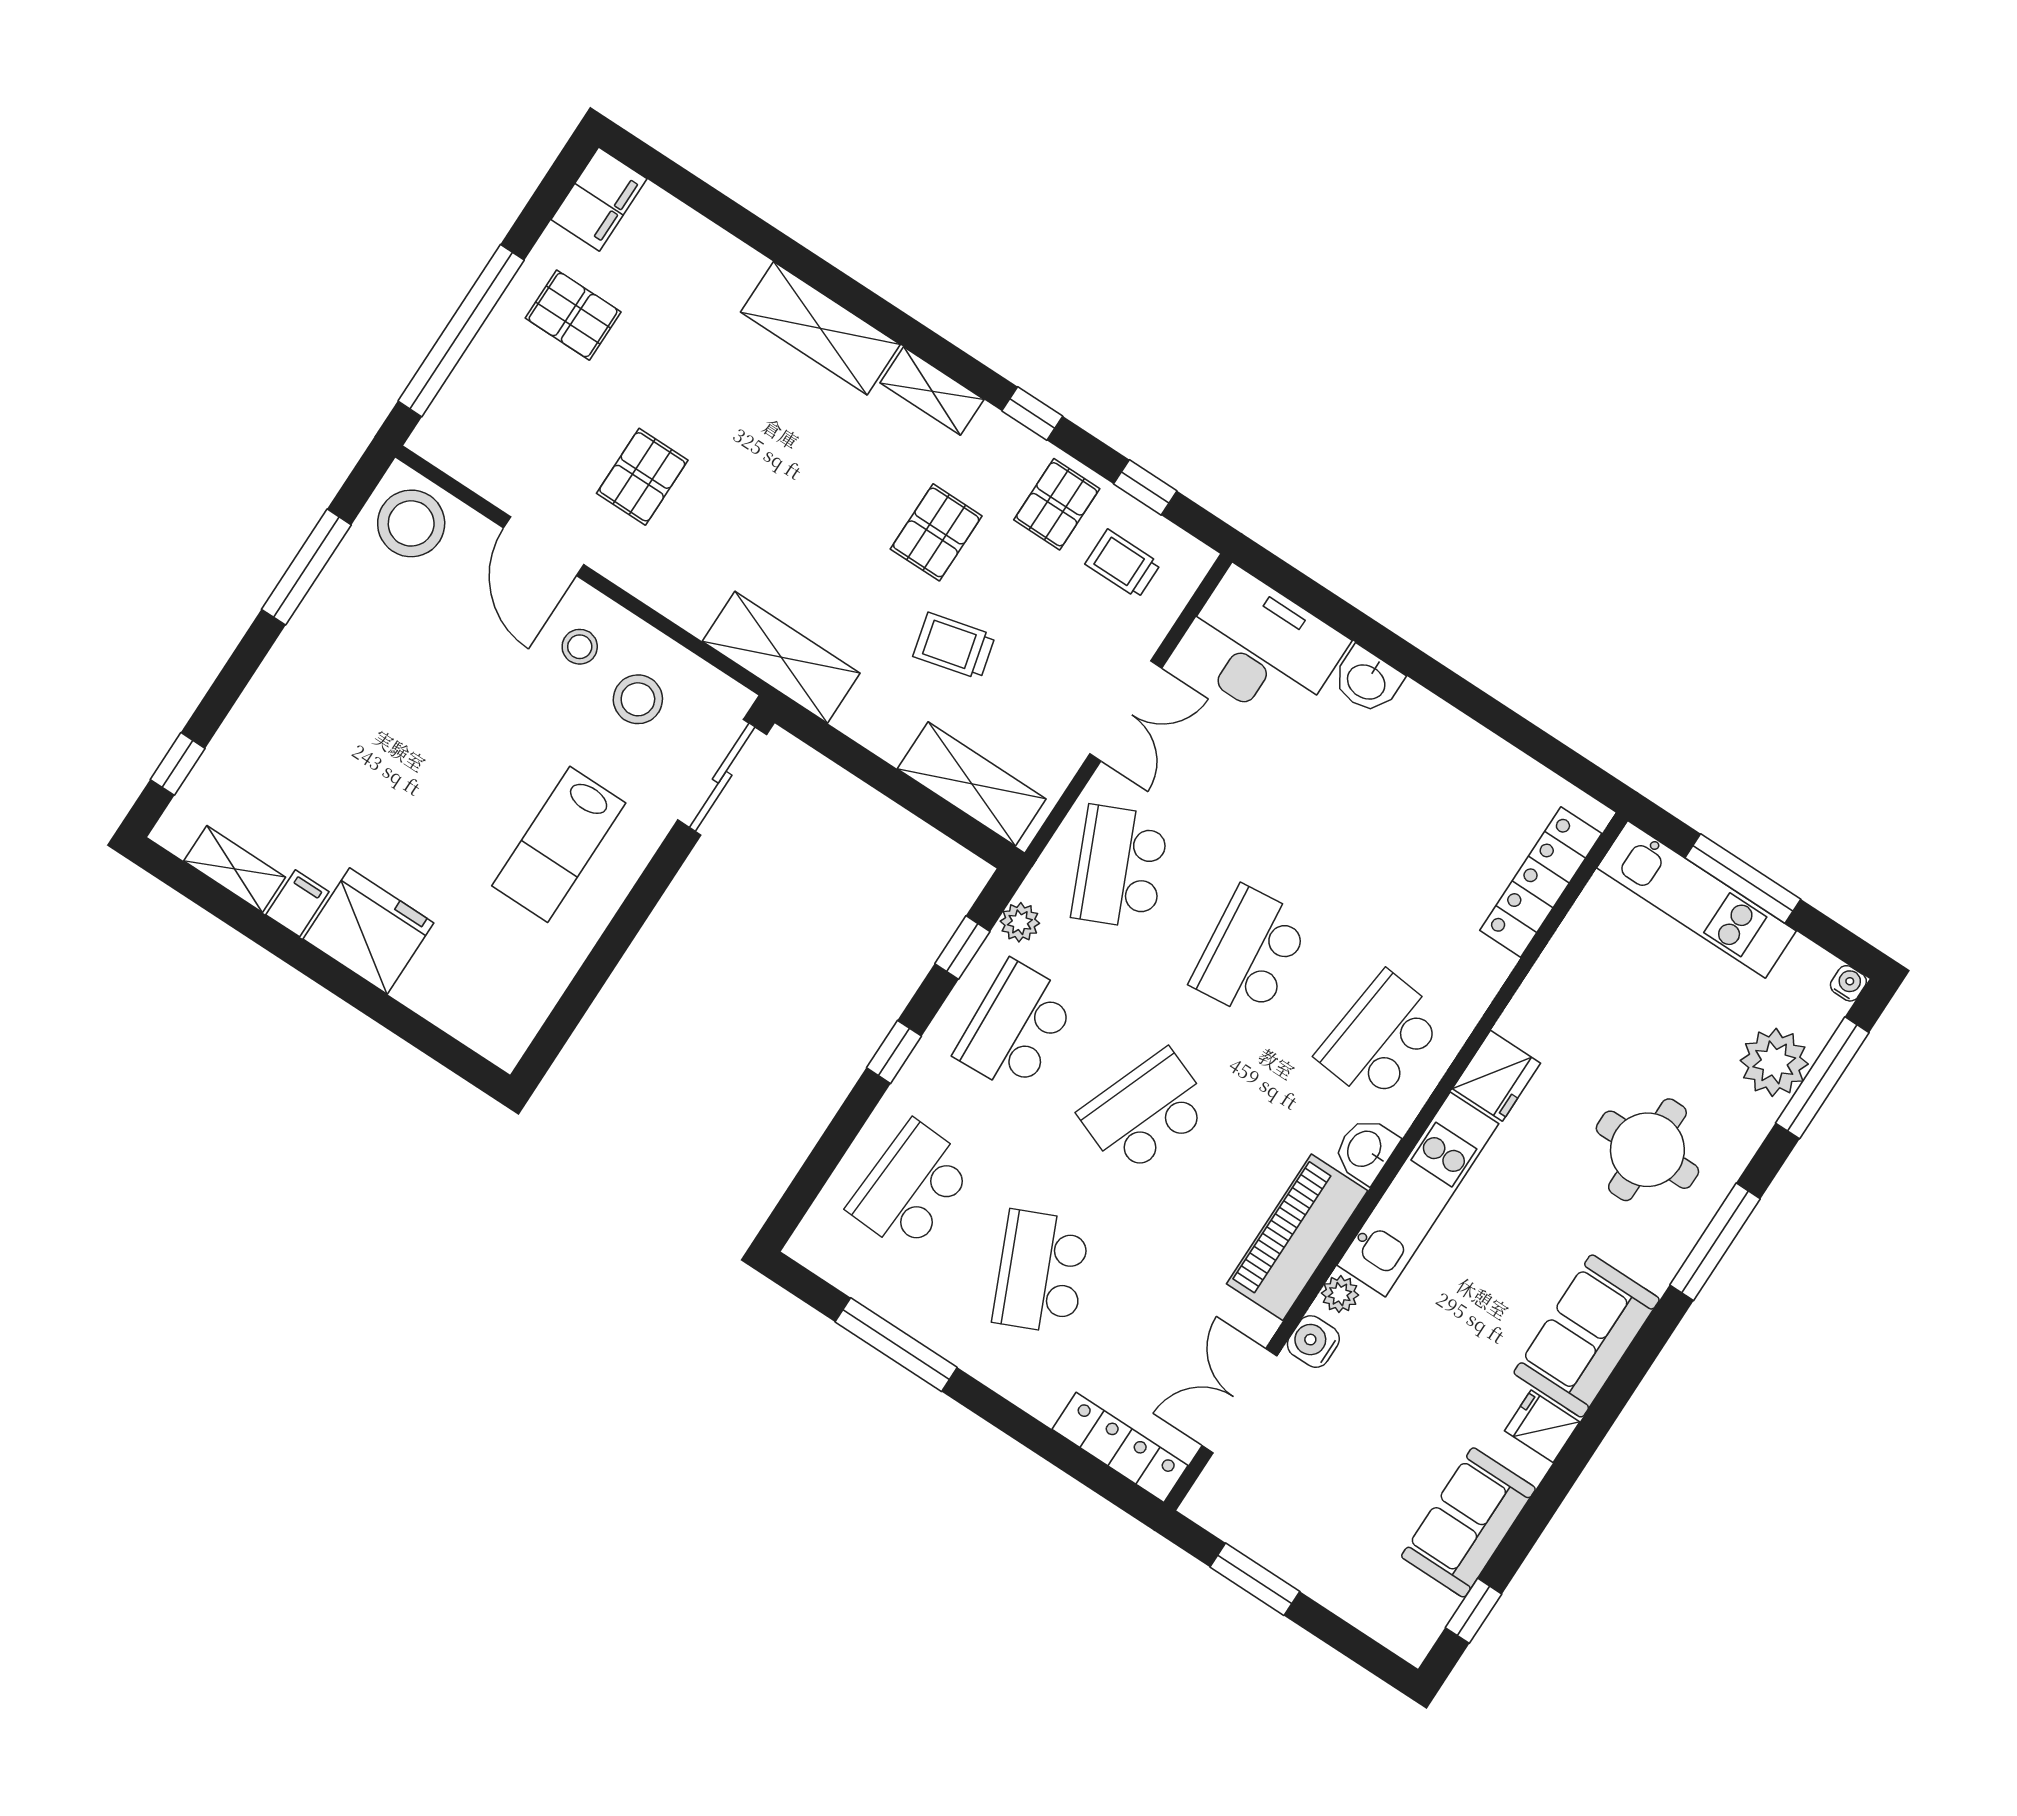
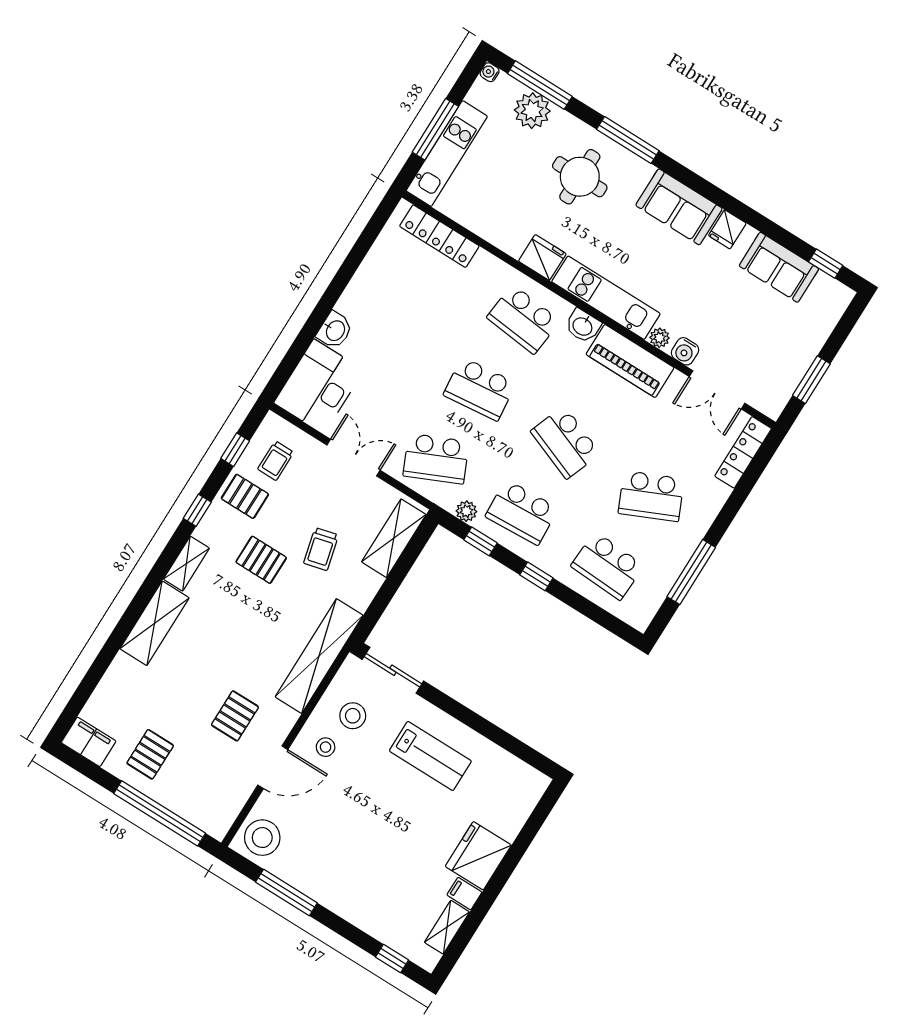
pallet: (642, 477) -> (235, 716), turned 90
shelving: (781, 657) -> (319, 656), width x1.47

